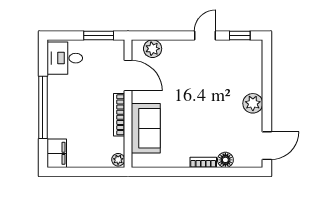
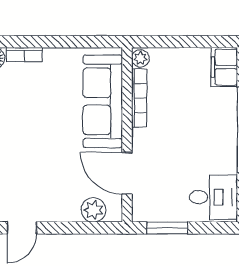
bookcase: (119, 115) -> (139, 98), moved
sofa: (146, 128) -> (103, 101), width x1.36

